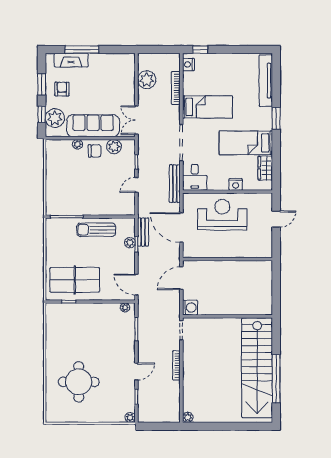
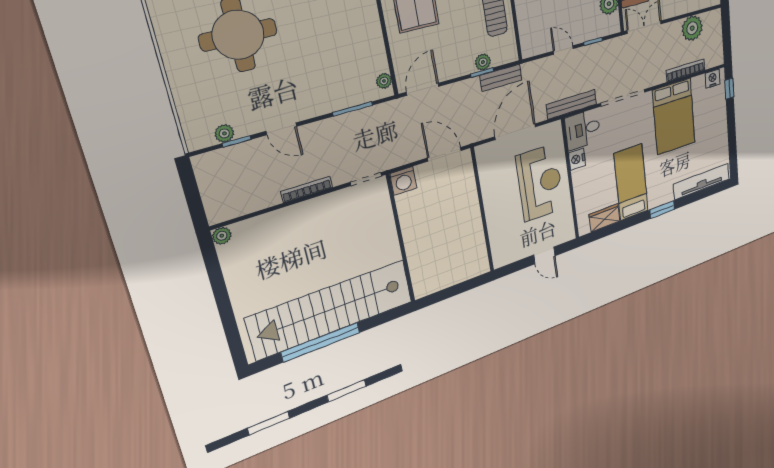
bed: (207, 107) -> (674, 117), width x1.50
nightstand: (236, 184) -> (577, 159), moved
plant: (130, 417) -> (224, 133), moved

